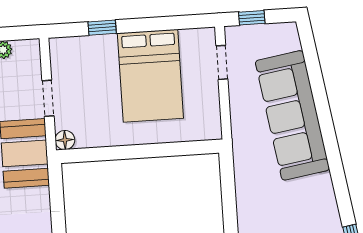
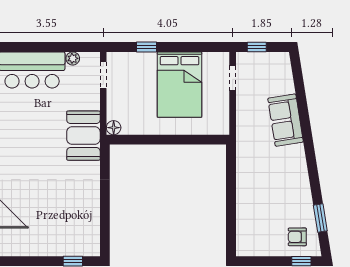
doorway: (48, 98) -> (103, 75), moved
sofa: (292, 115) -> (286, 120), width x0.54, depth x0.79

